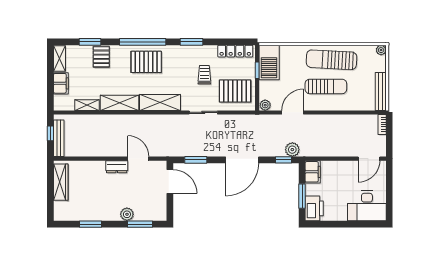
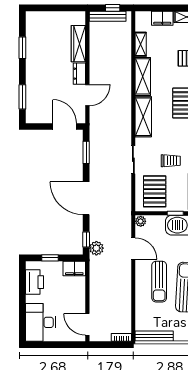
wardrobe: (61, 182) -> (78, 44), moved, turned 90
door: (170, 182) -> (65, 126), swing flipped
window: (302, 196) -> (50, 258), width x0.67
printer: (314, 208) -> (34, 282), moved, turned -90
plant: (127, 214) -> (32, 84), removed

